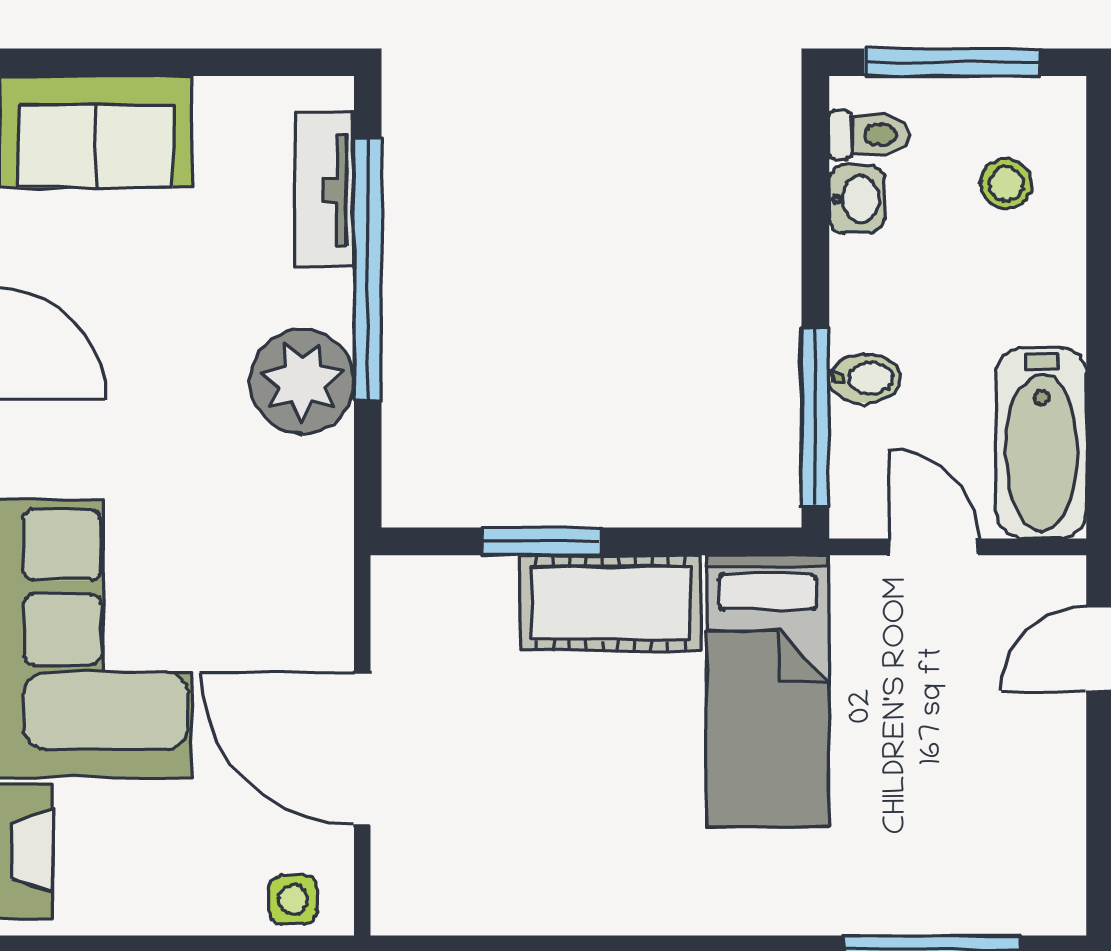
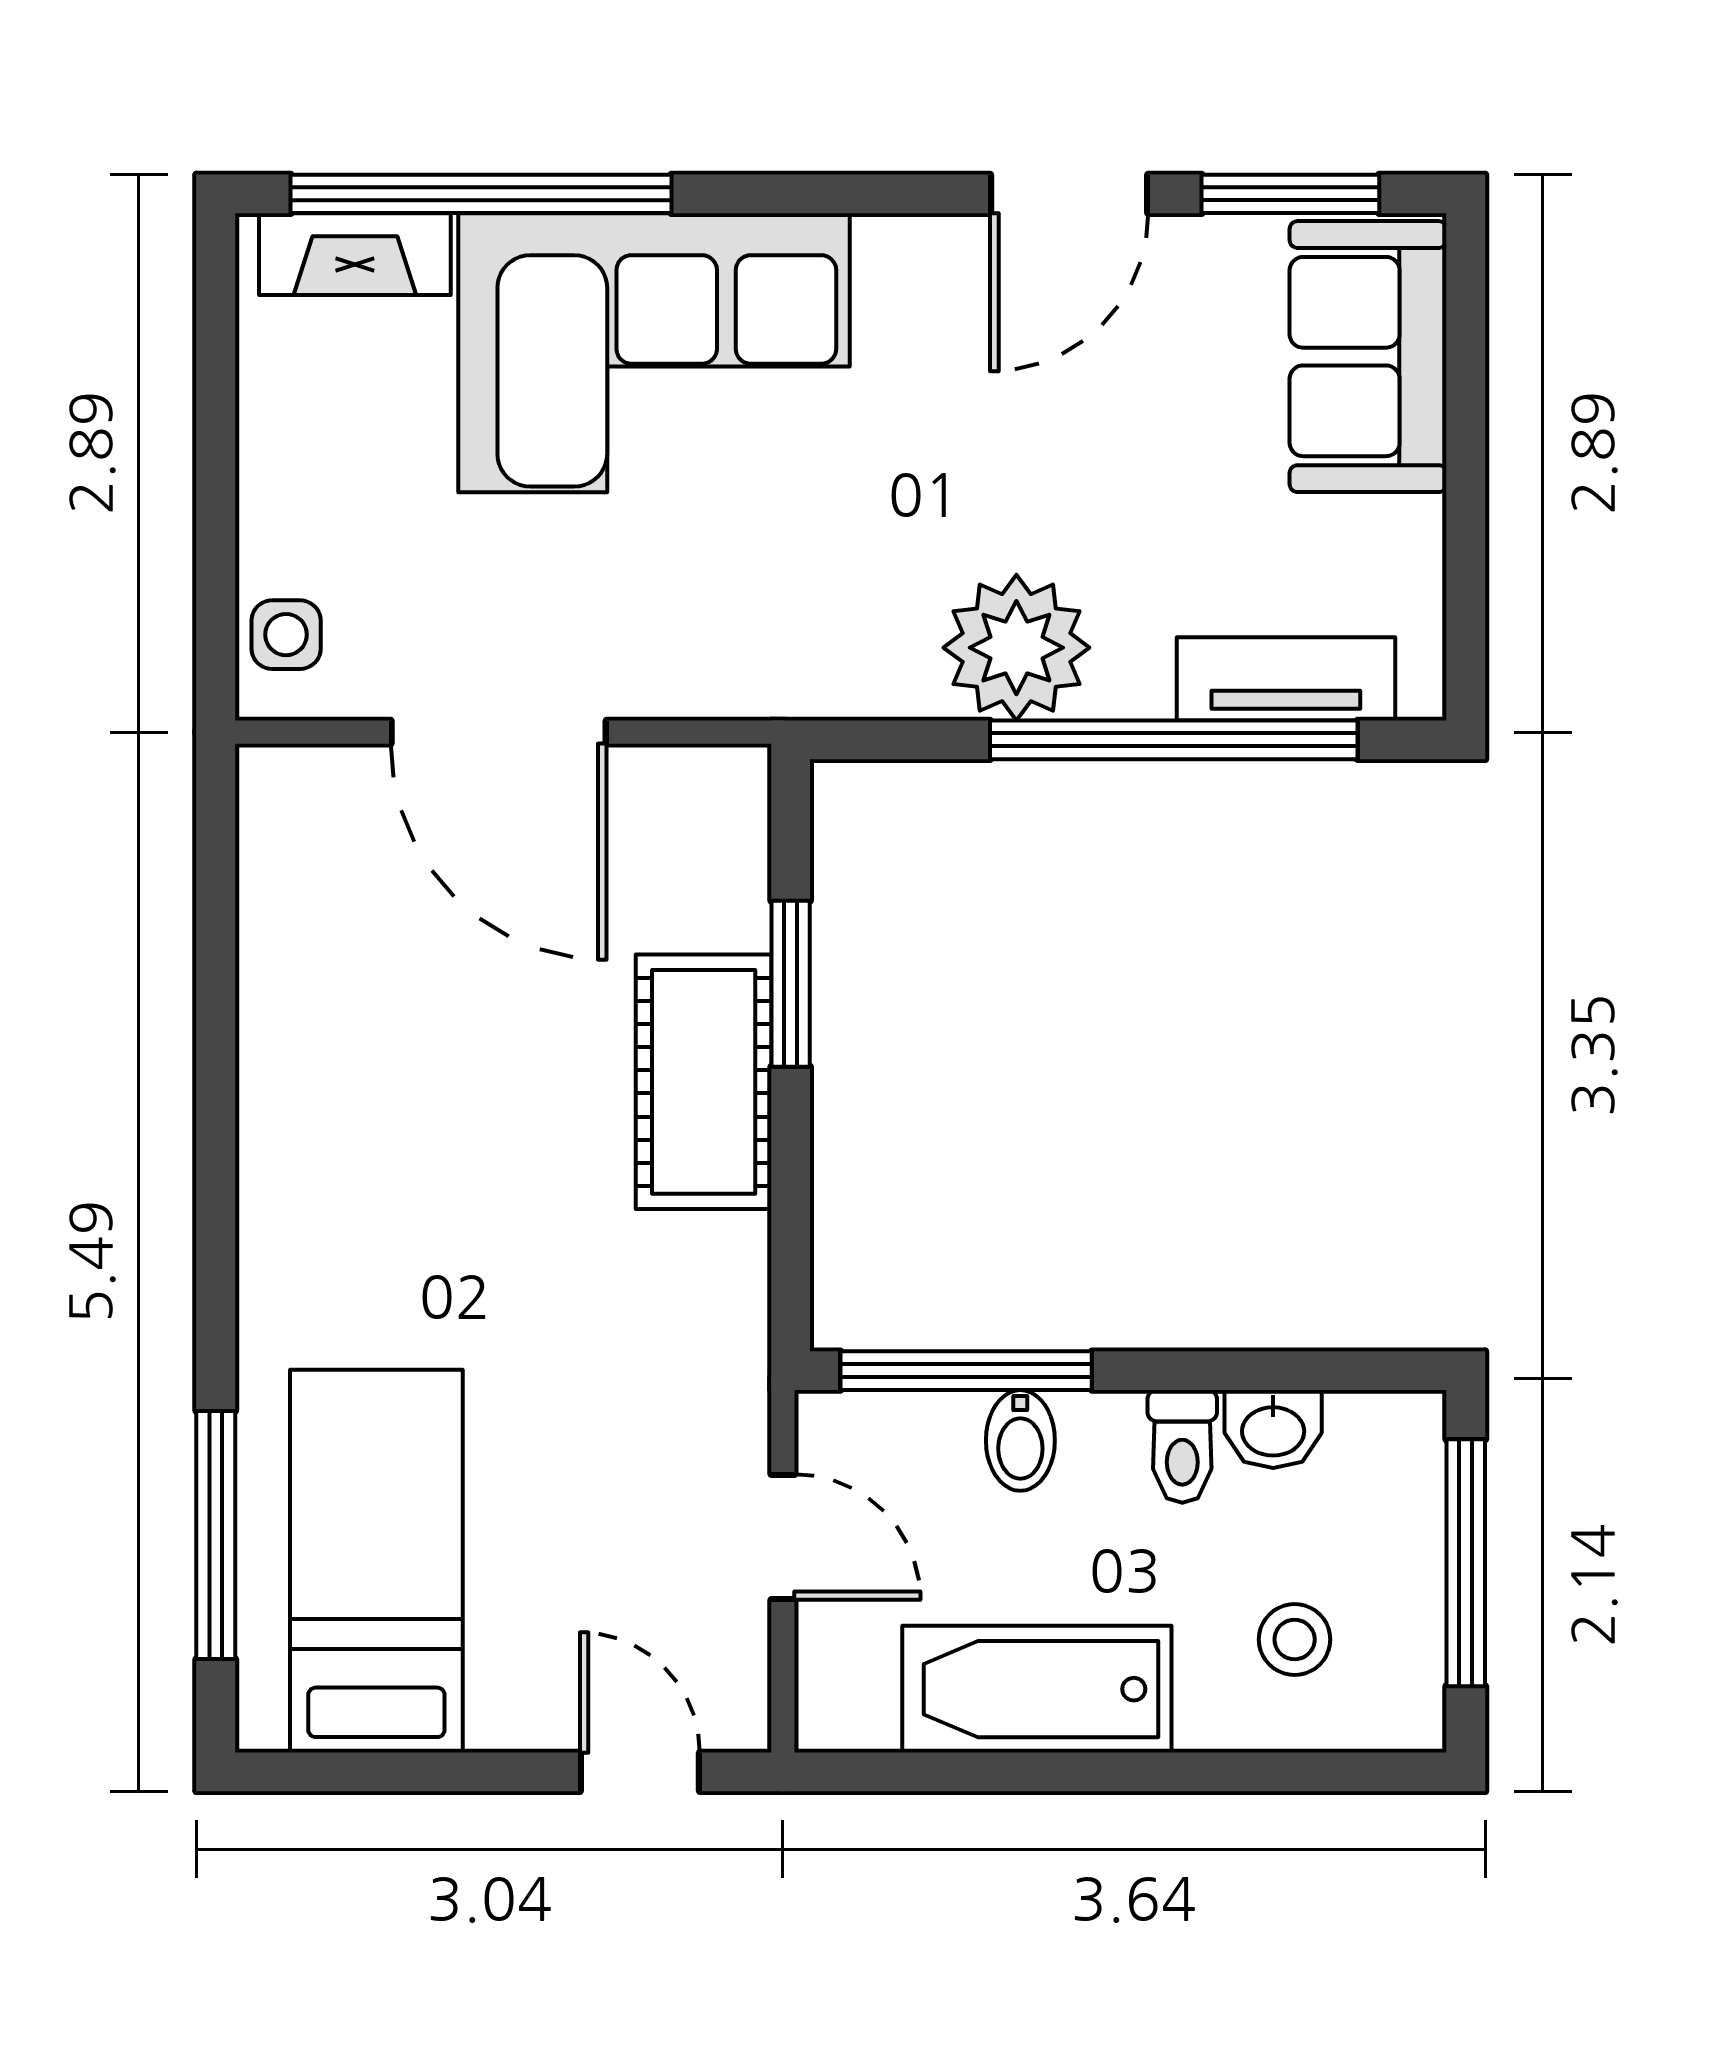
toilet: (869, 135) -> (1182, 1446), moved
bathtub: (1041, 443) -> (1037, 1689), moved
door: (933, 547) -> (783, 1537), hinge flipped
bed: (767, 691) -> (376, 1561), moved, turned 90
door: (362, 749) -> (499, 732), swing flipped

